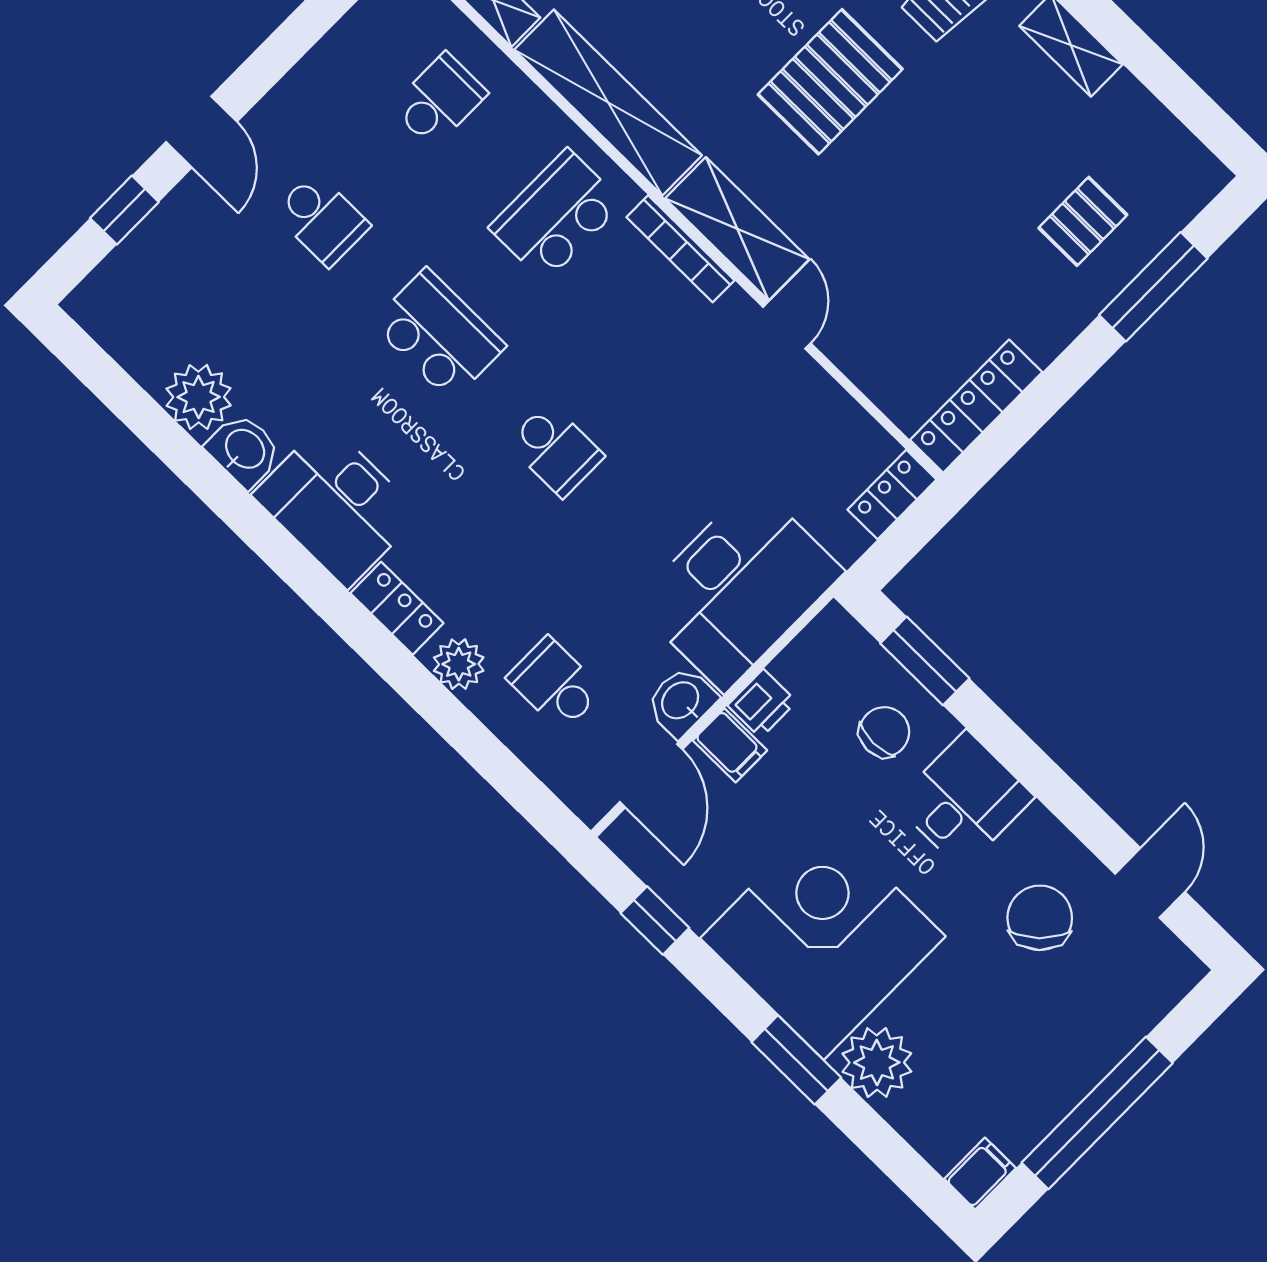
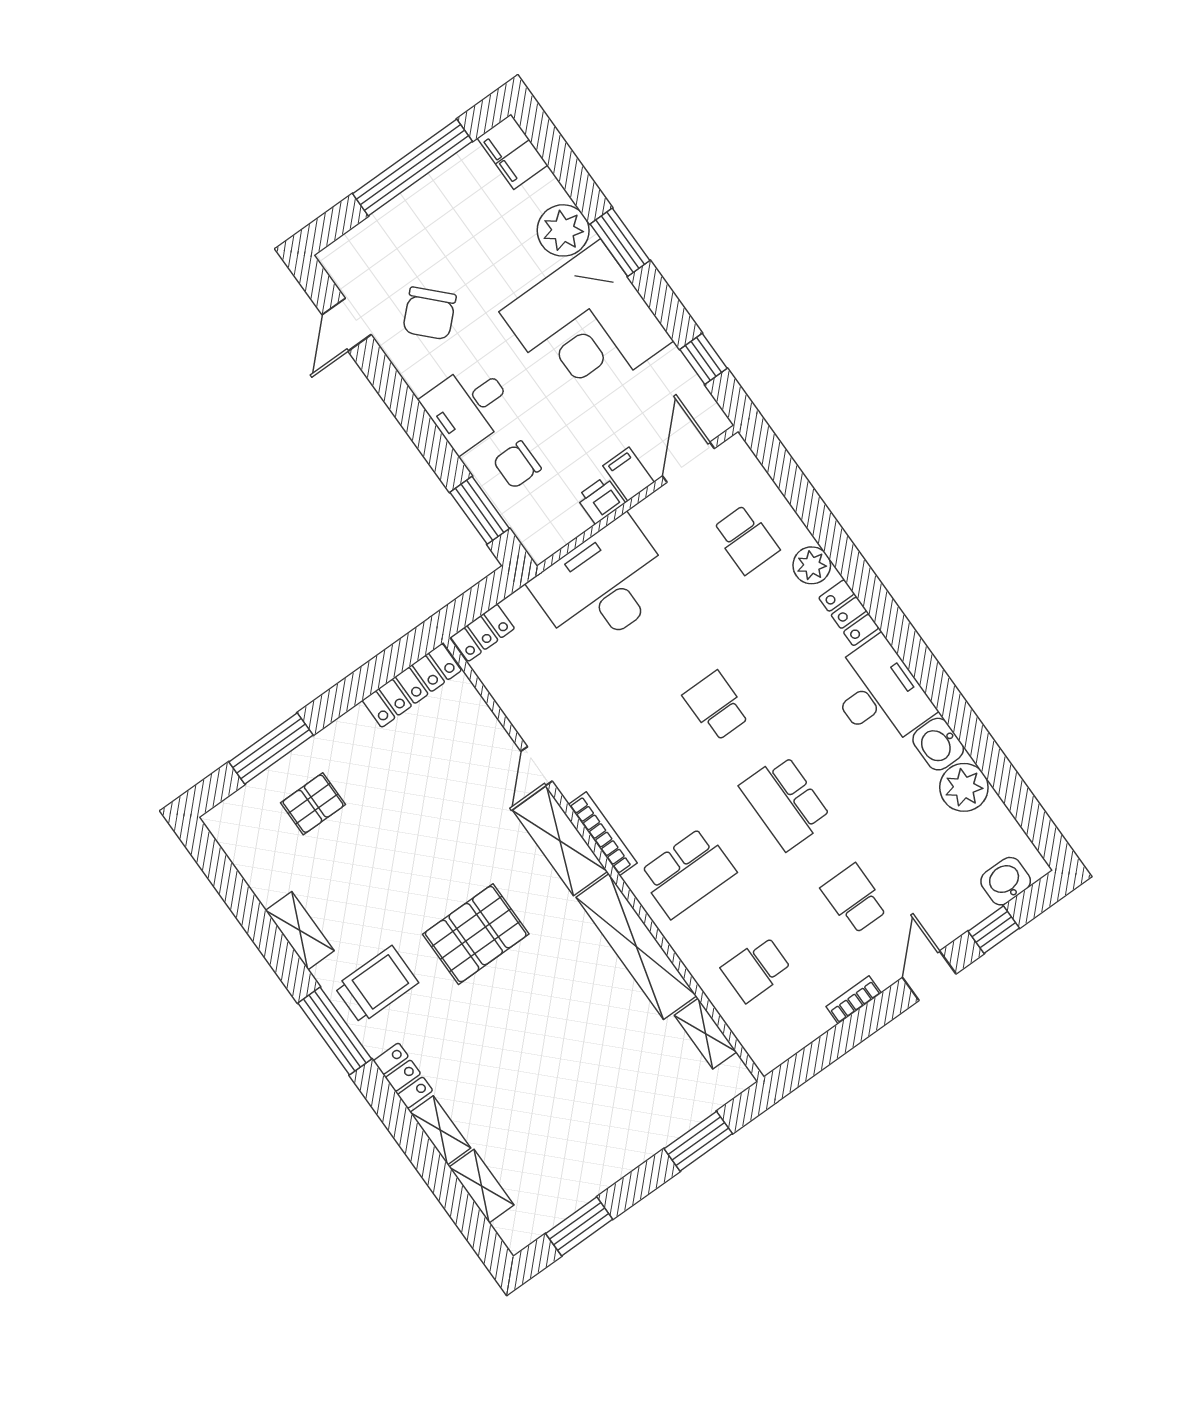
bookcase: (299, 81) -> (854, 1000), added
washbasin: (681, 701) -> (1006, 881), moved, turned 180
filing cabinet: (980, 1174) -> (512, 152), width x2.00

